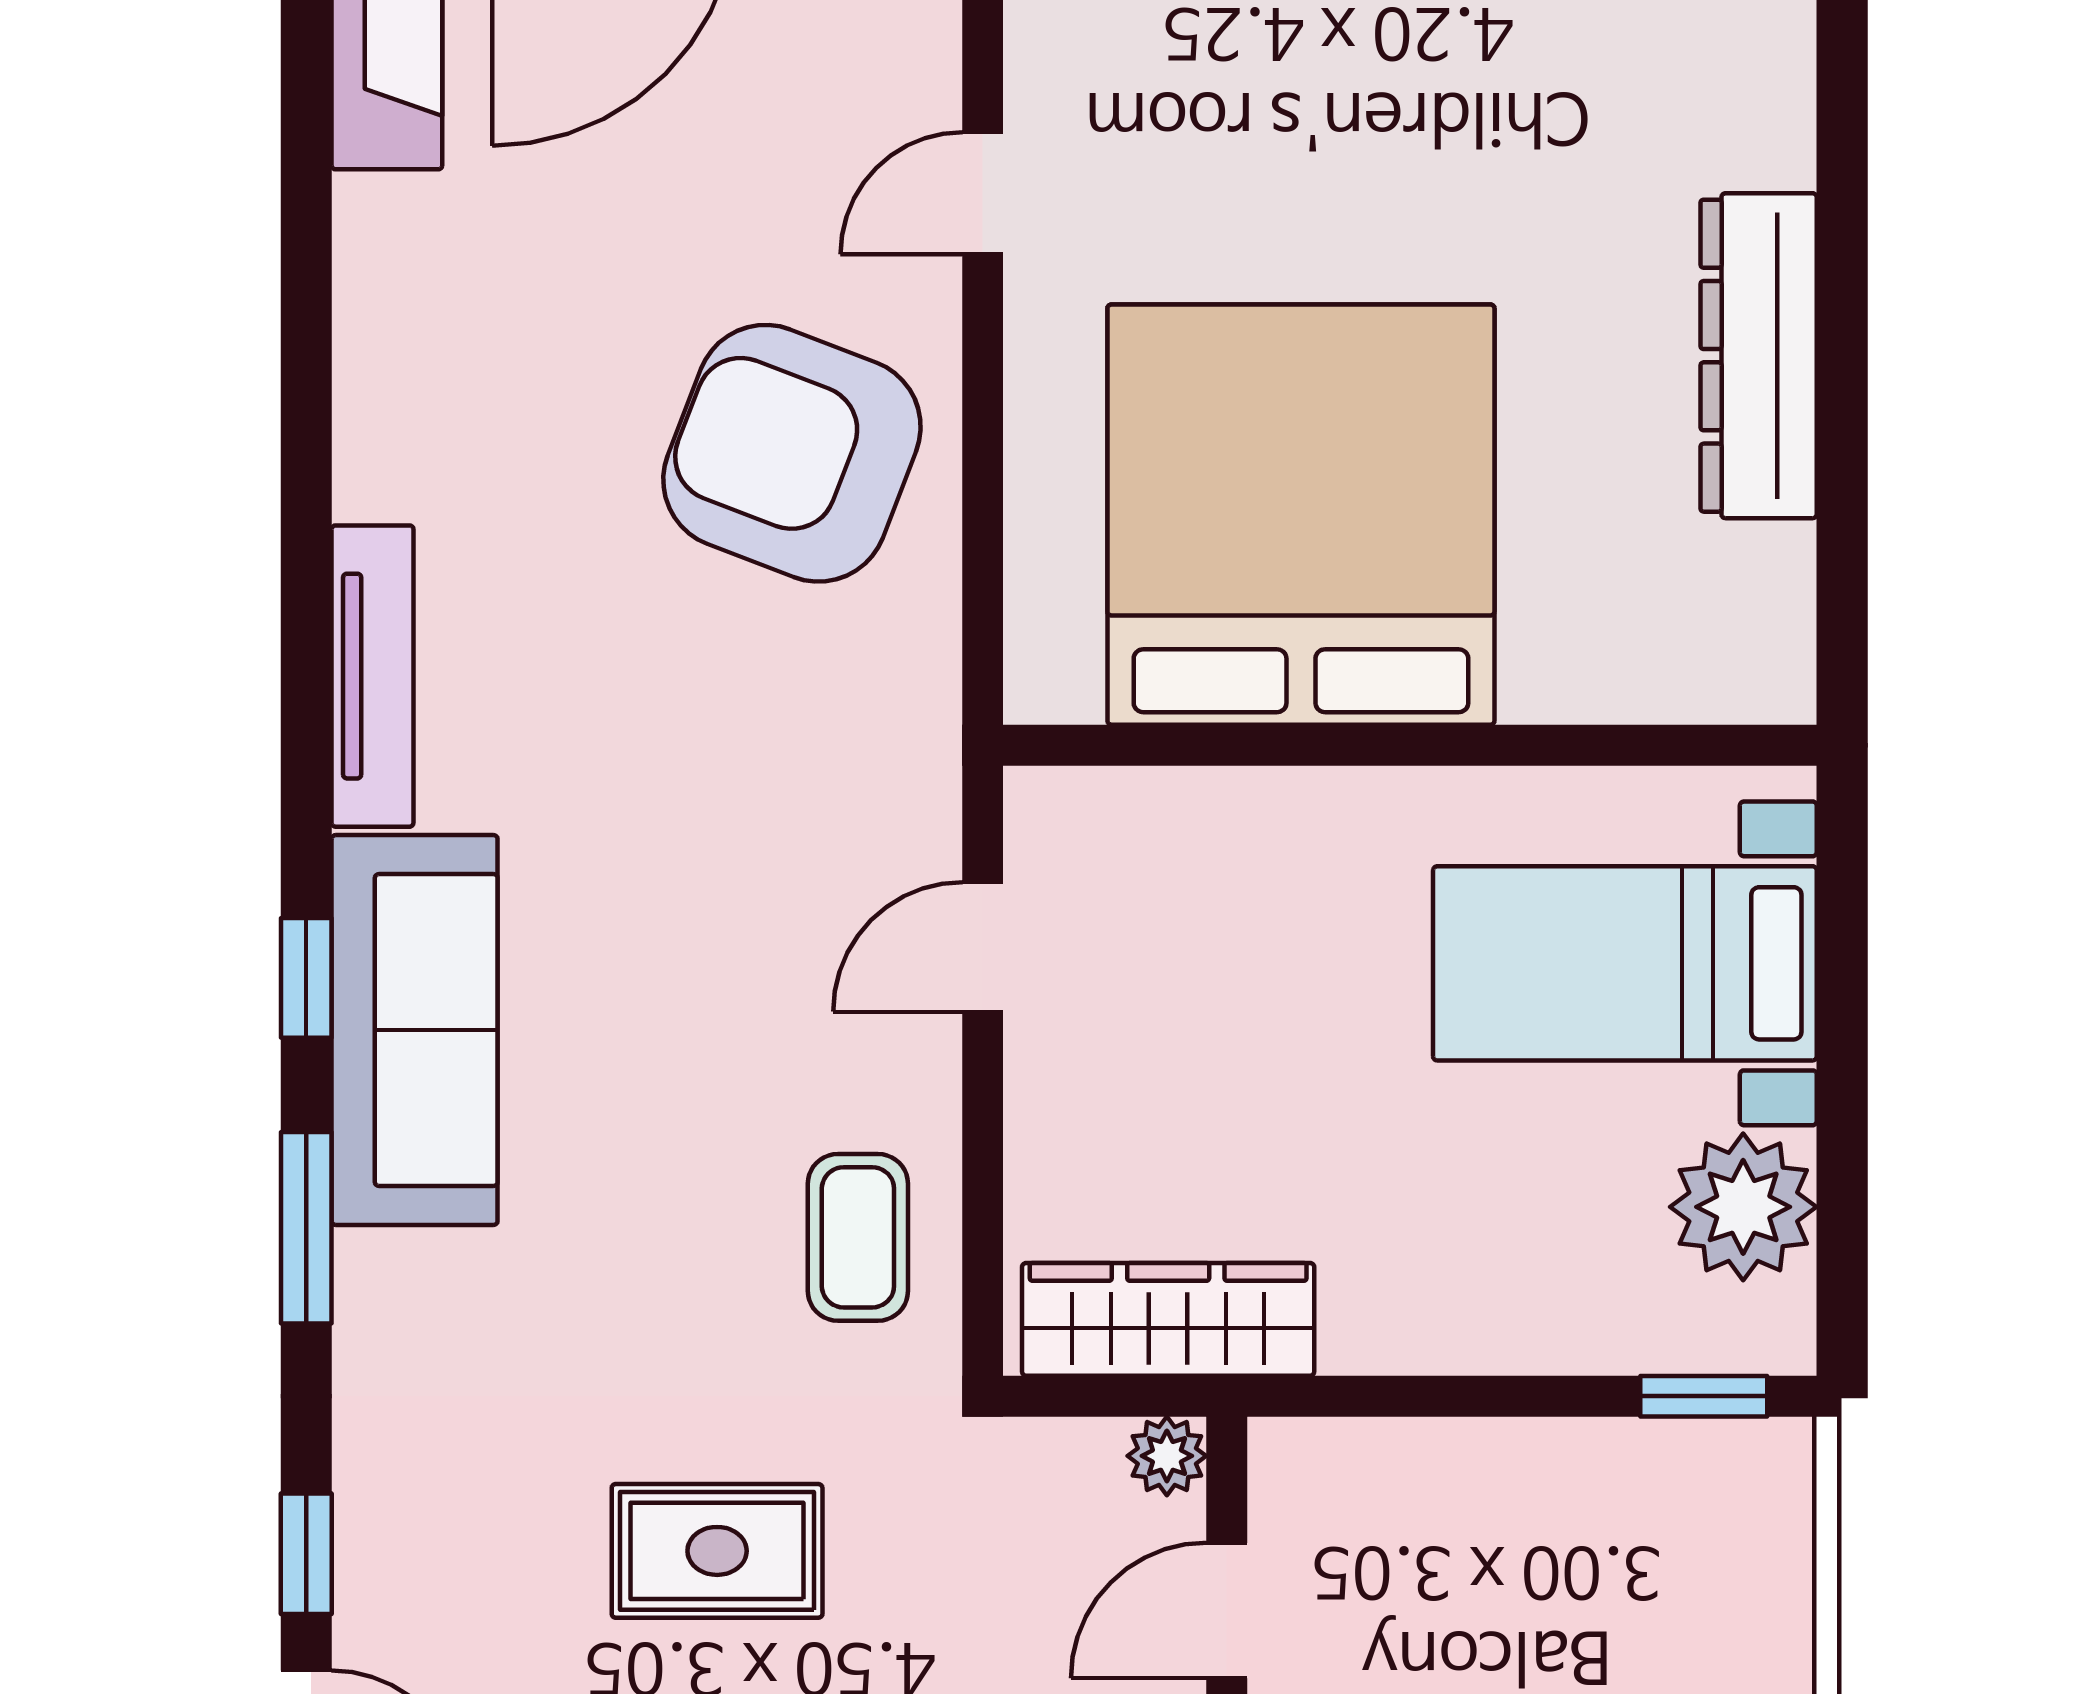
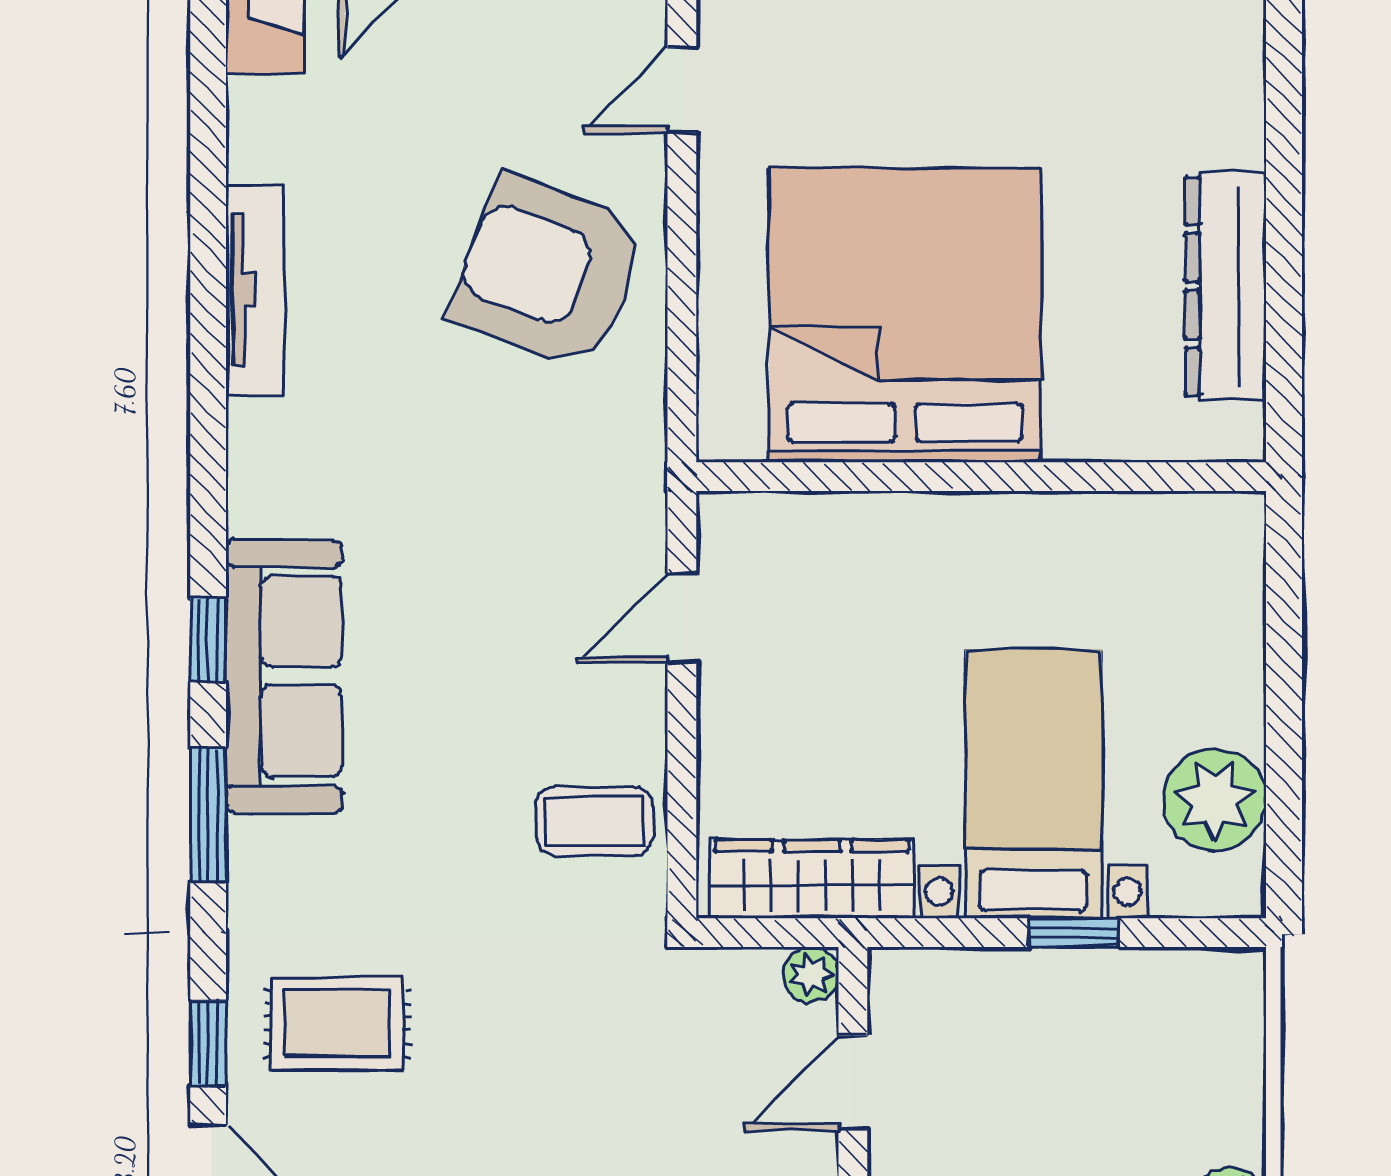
dresser: (1759, 356) -> (1226, 286), moved
tv unit: (373, 676) -> (255, 290), moved
bed with nightstands: (1625, 963) -> (1033, 784), moved, turned 90
coffee table: (858, 1237) -> (595, 821), turned 90
window: (1704, 1396) -> (1073, 933), moved
rug: (717, 1551) -> (337, 1023), moved

